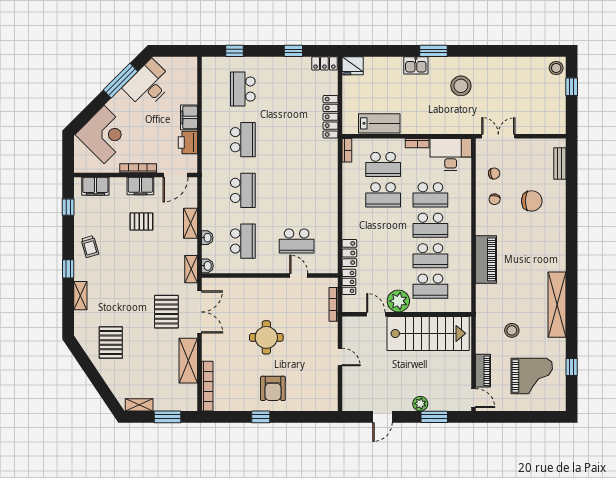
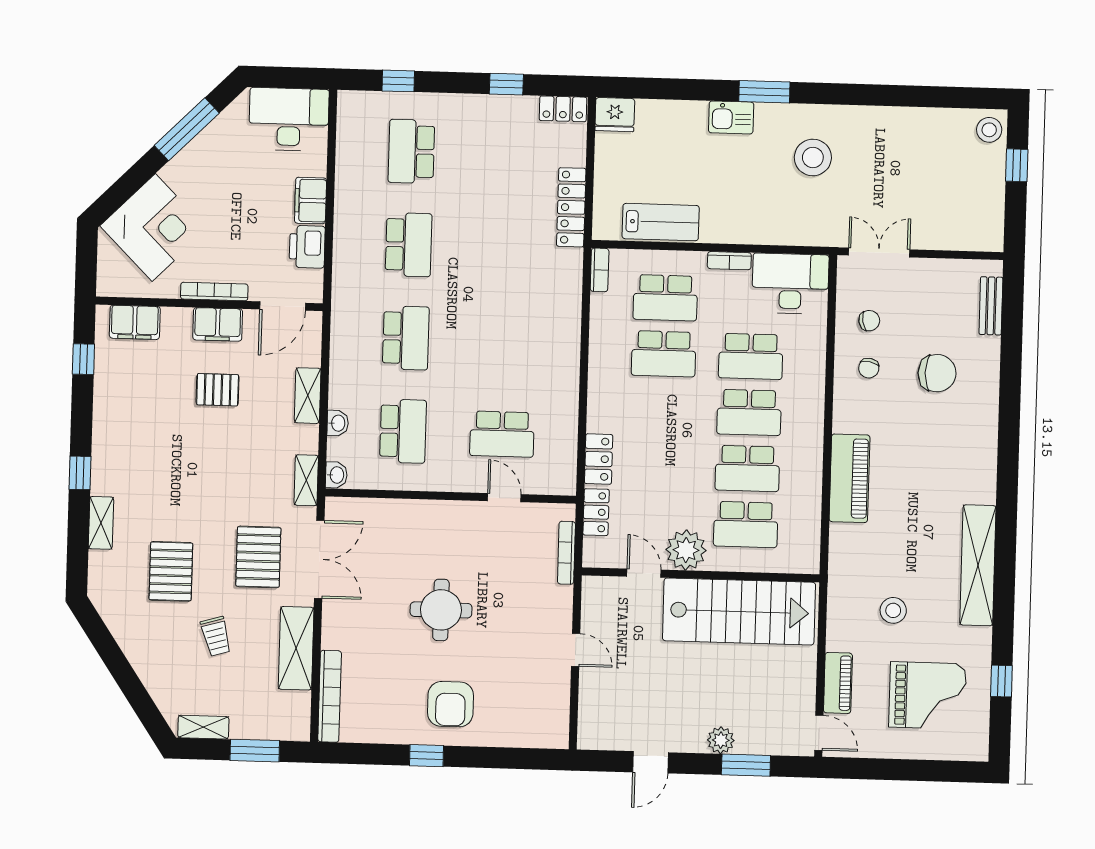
desk: (148, 85) -> (289, 119), moved, turned 45
trolley: (90, 247) -> (216, 636), moved
pallet: (111, 342) -> (171, 571), moved

